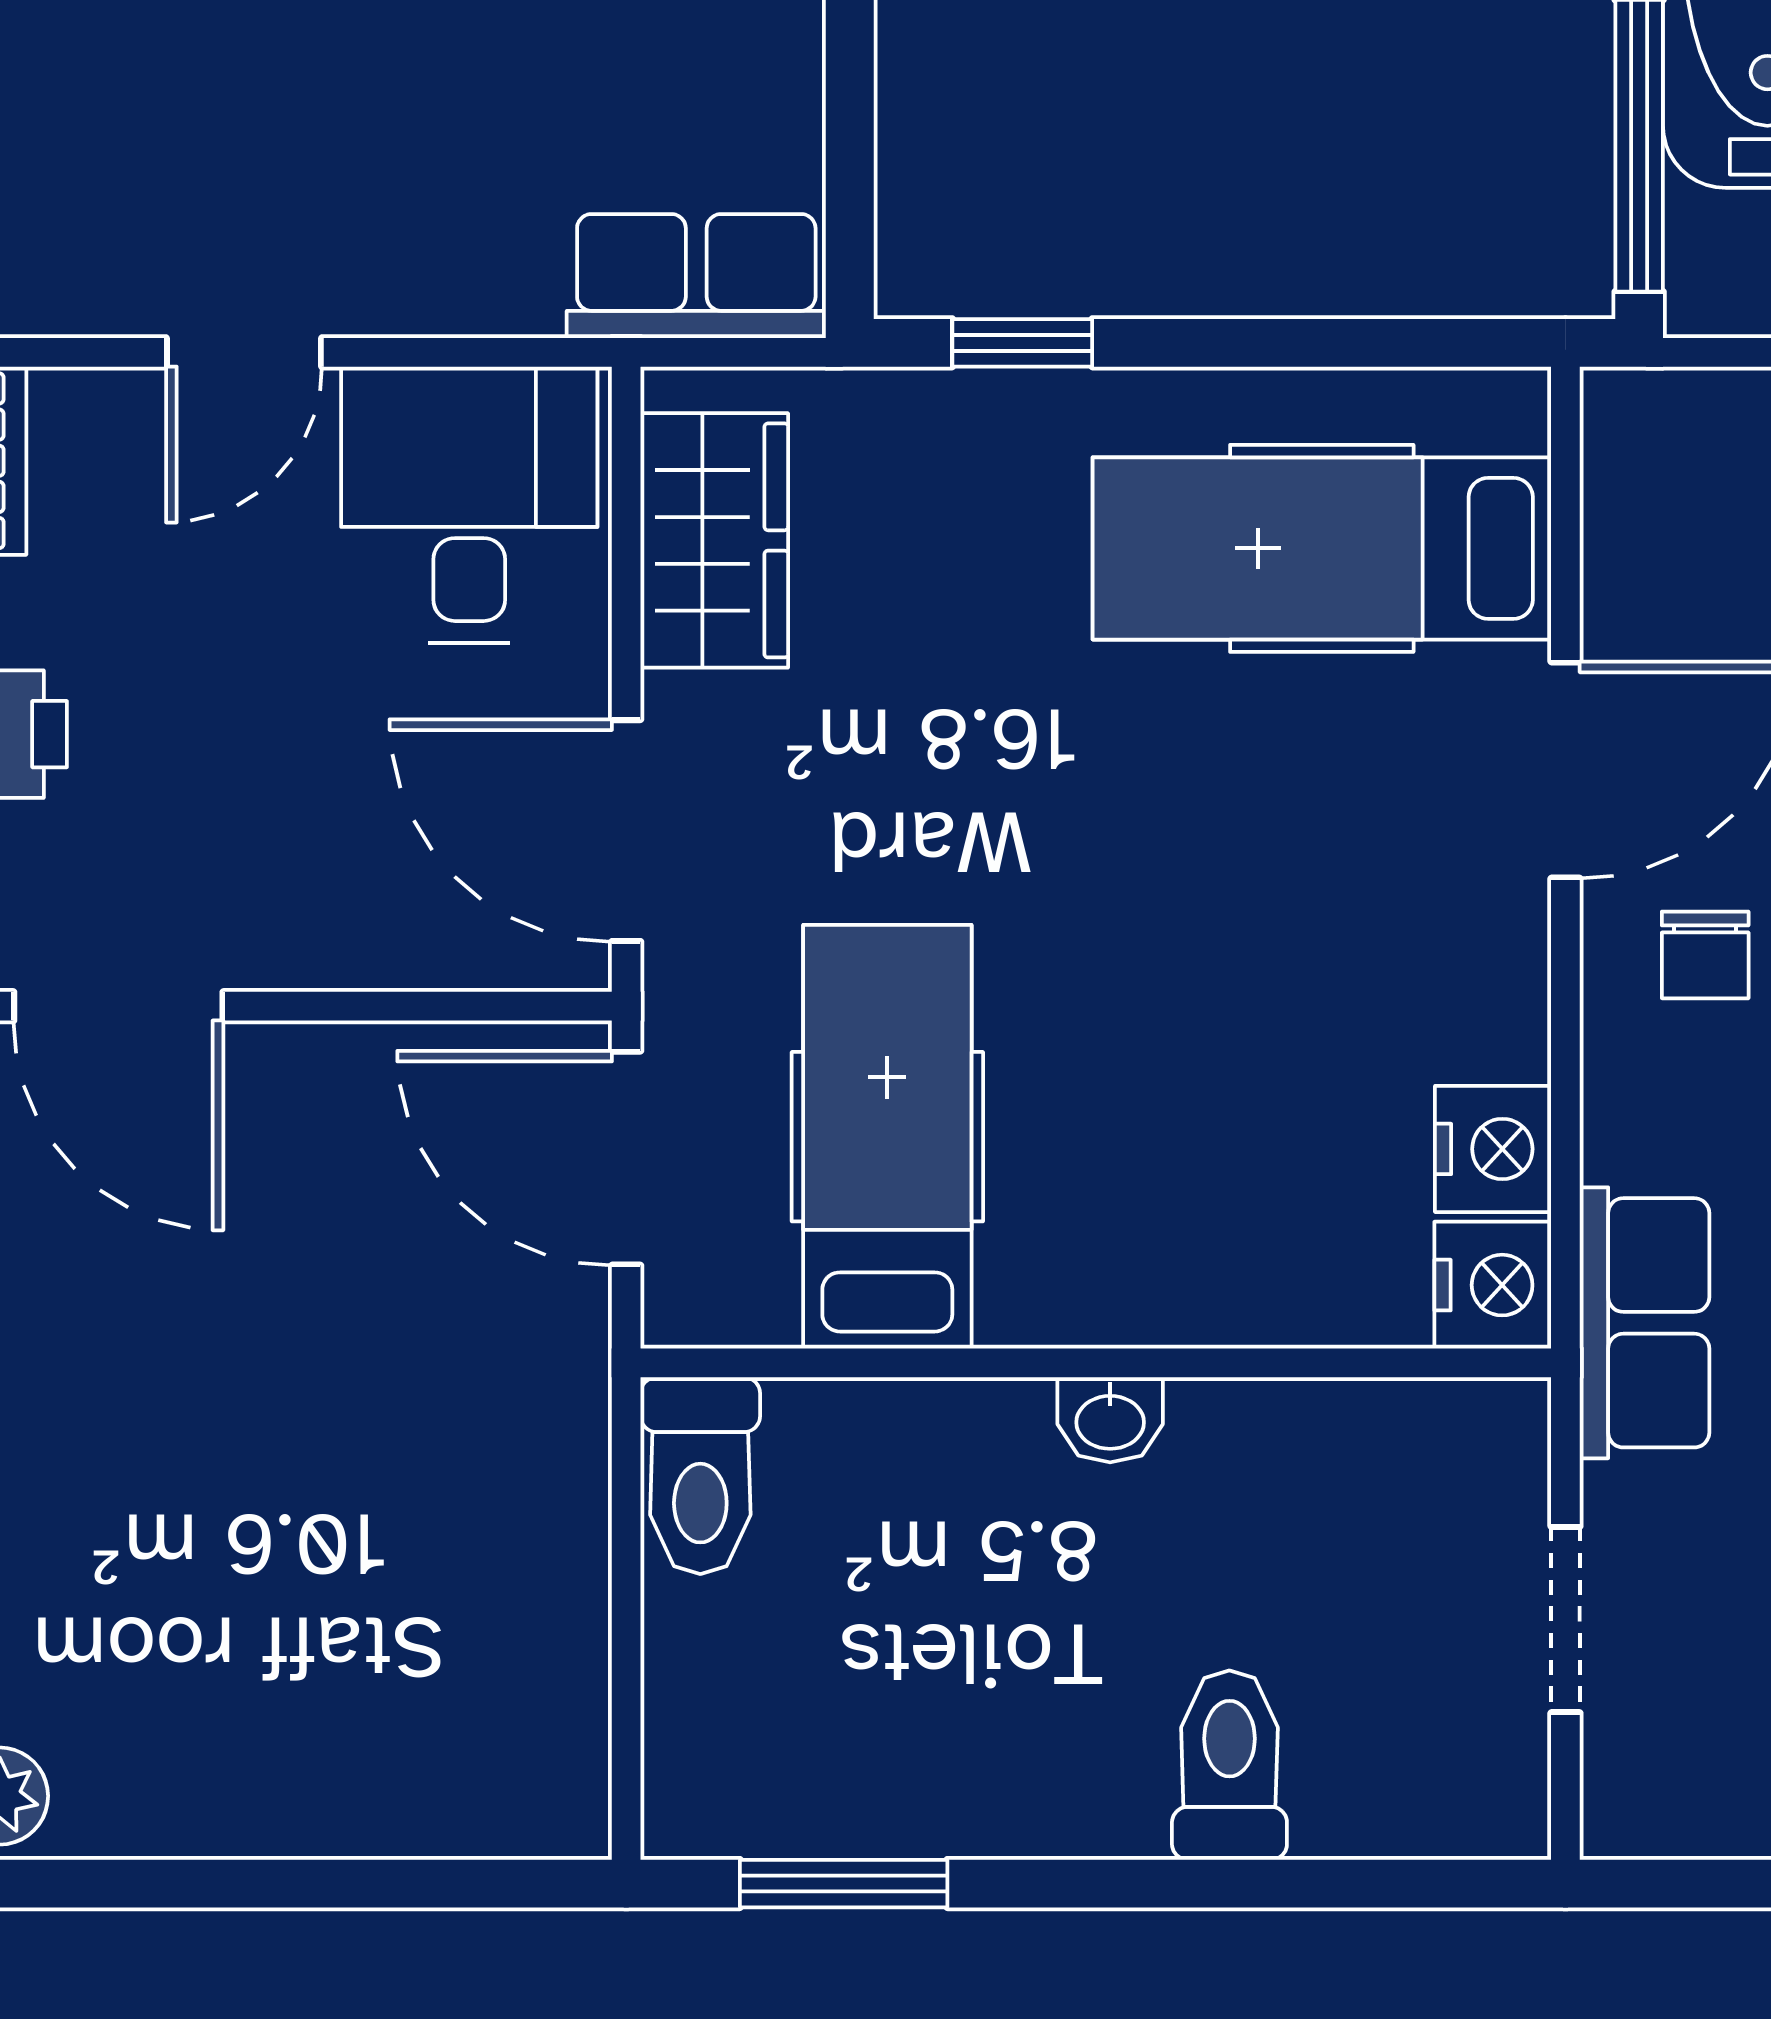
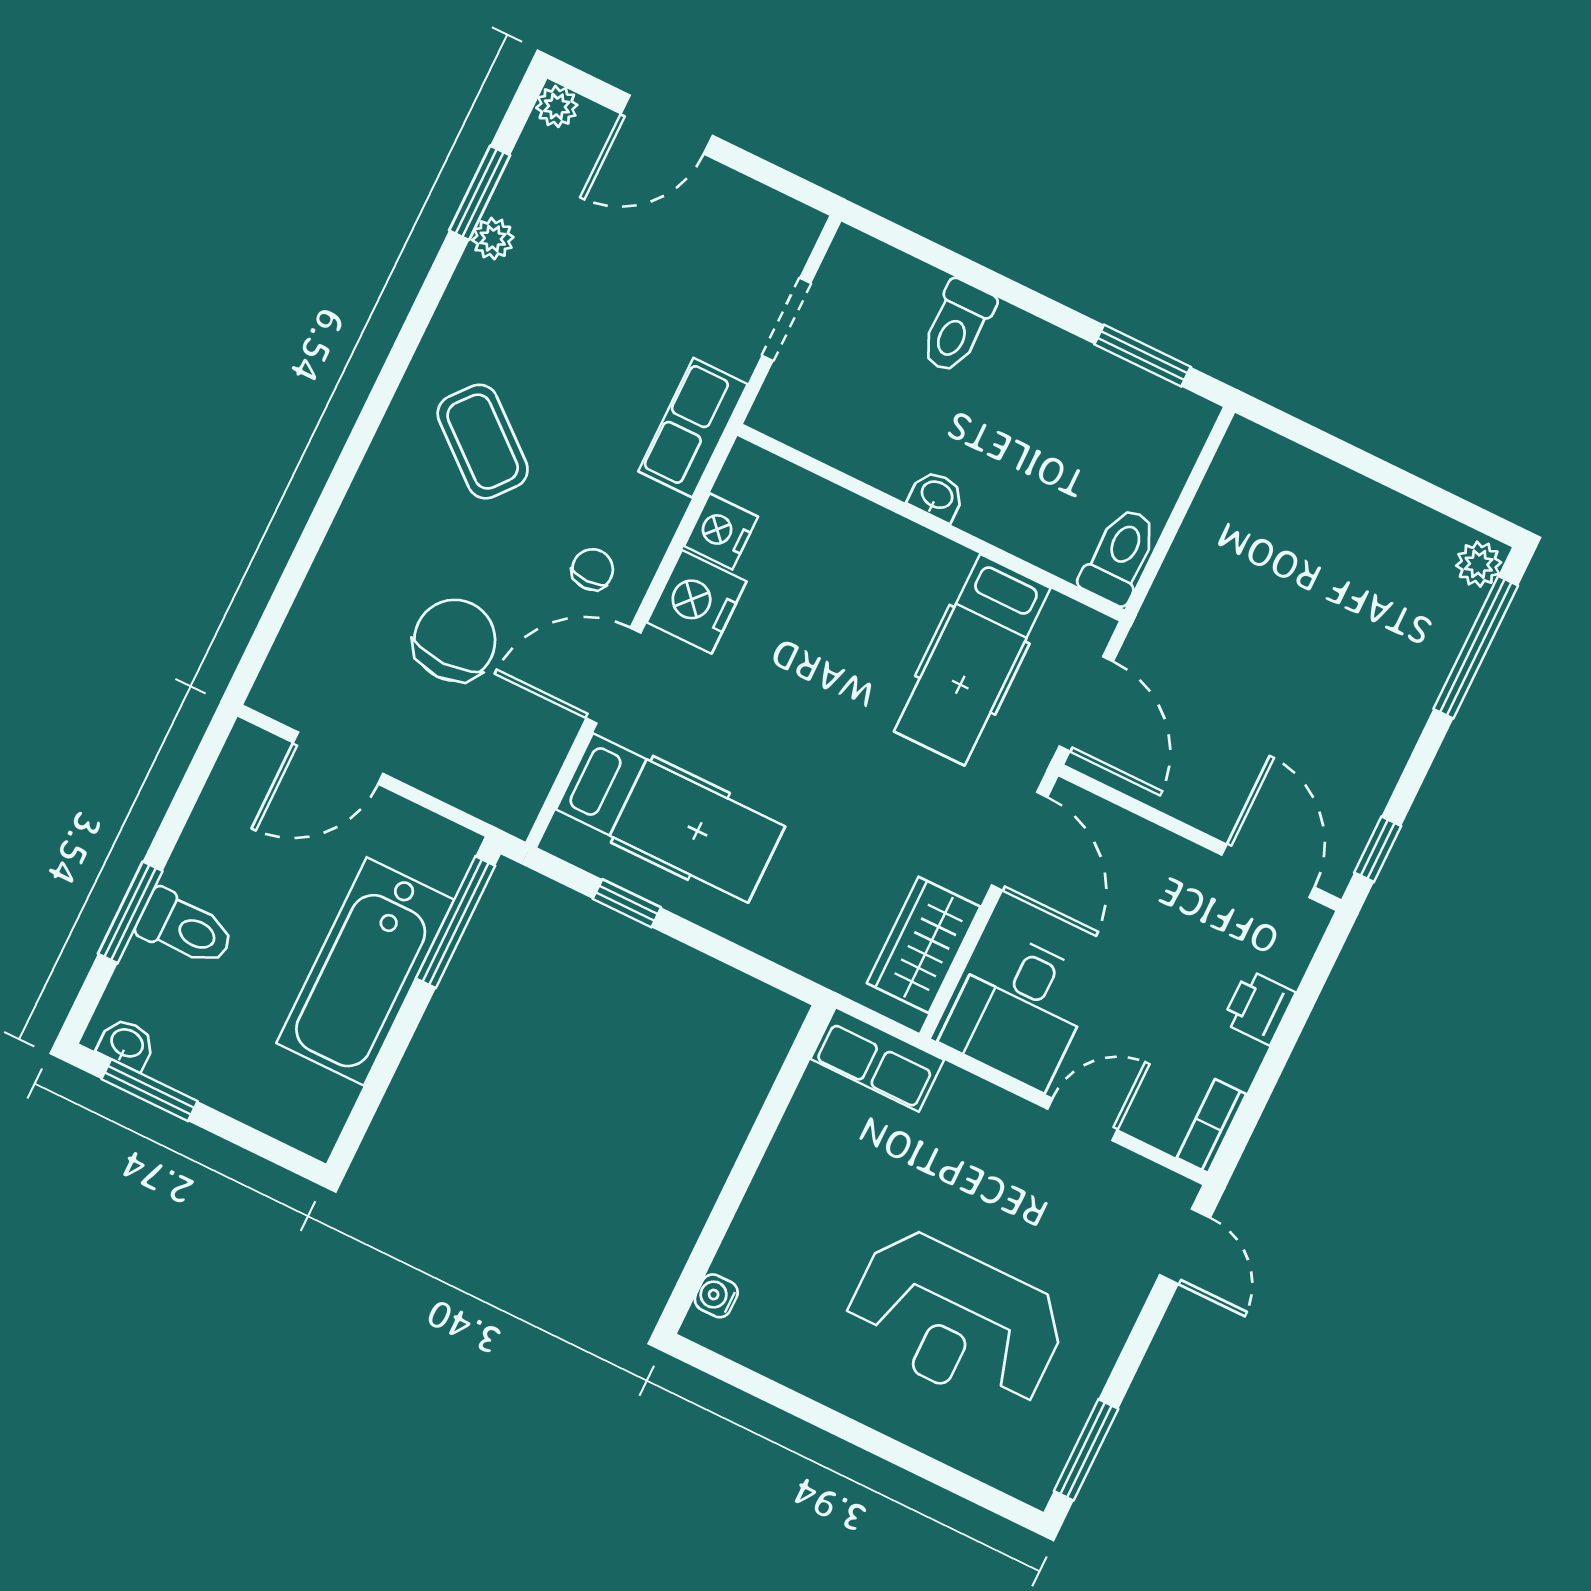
window: (1022, 343) -> (627, 903), moved
nightstand: (1493, 1285) -> (697, 602), moved, width x1.36, depth x1.33

